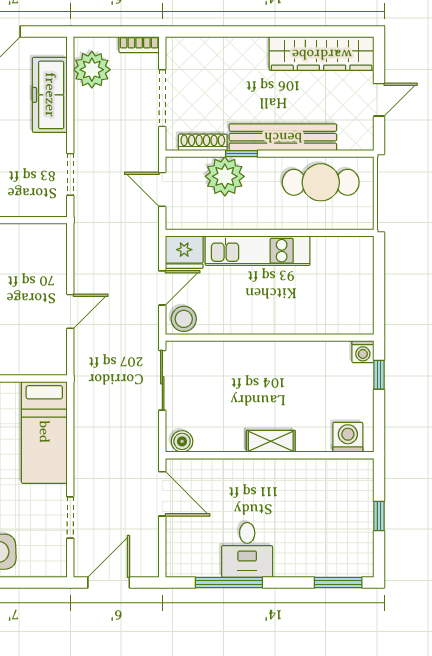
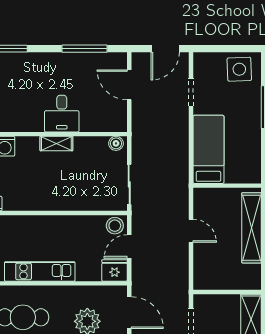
door: (162, 189) -> (129, 313), width x1.38
kitchen unit: (258, 251) -> (40, 271), moved
door: (70, 311) -> (191, 231), swing flipped
door: (162, 494) -> (129, 85), moved
desk: (247, 550) -> (62, 114), moved, turned 180

